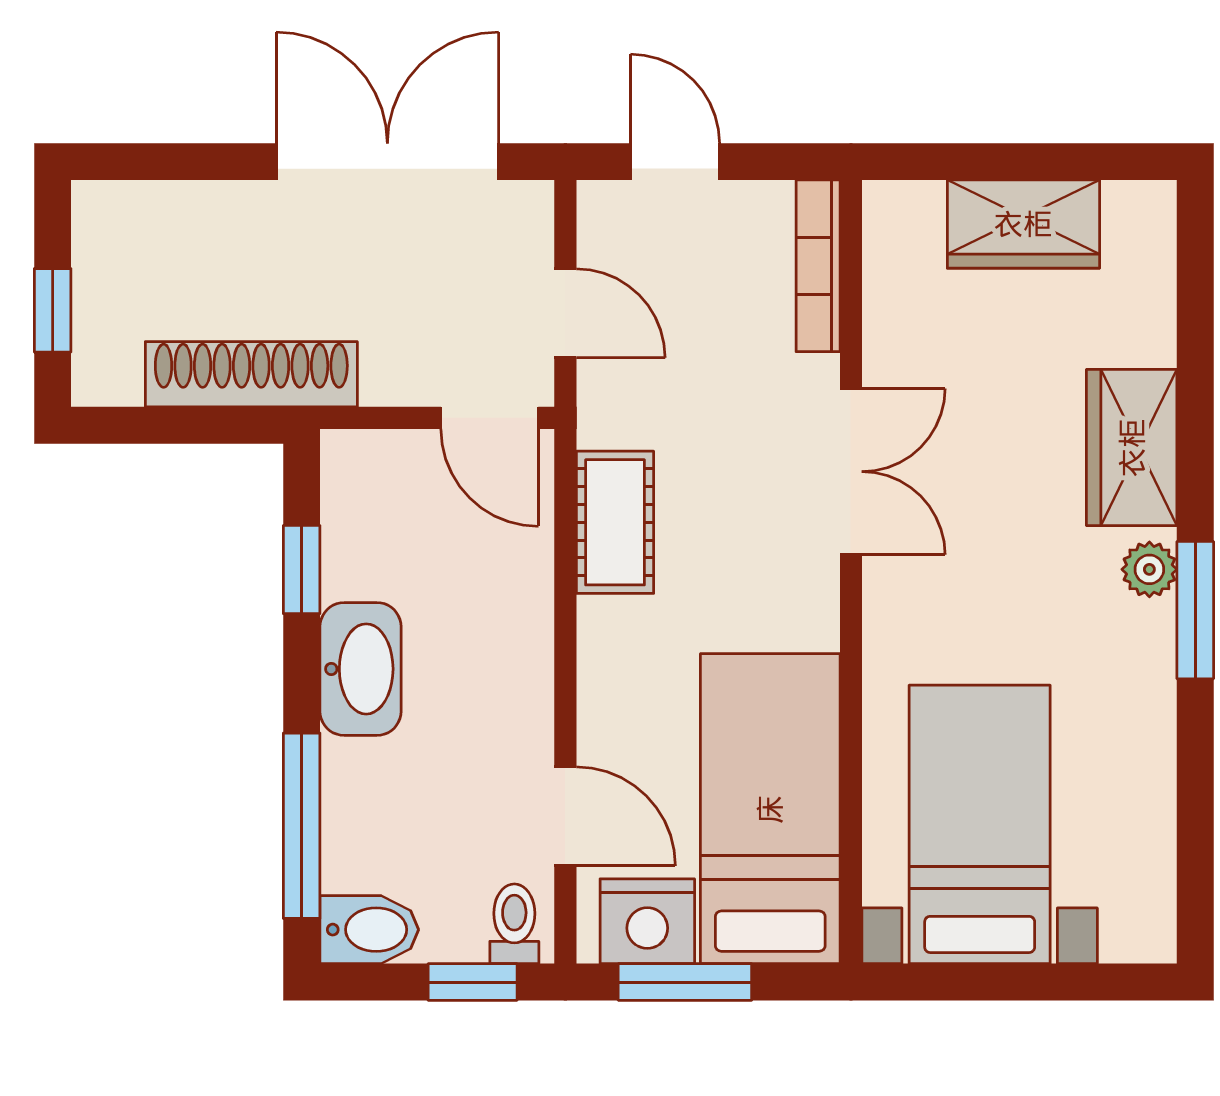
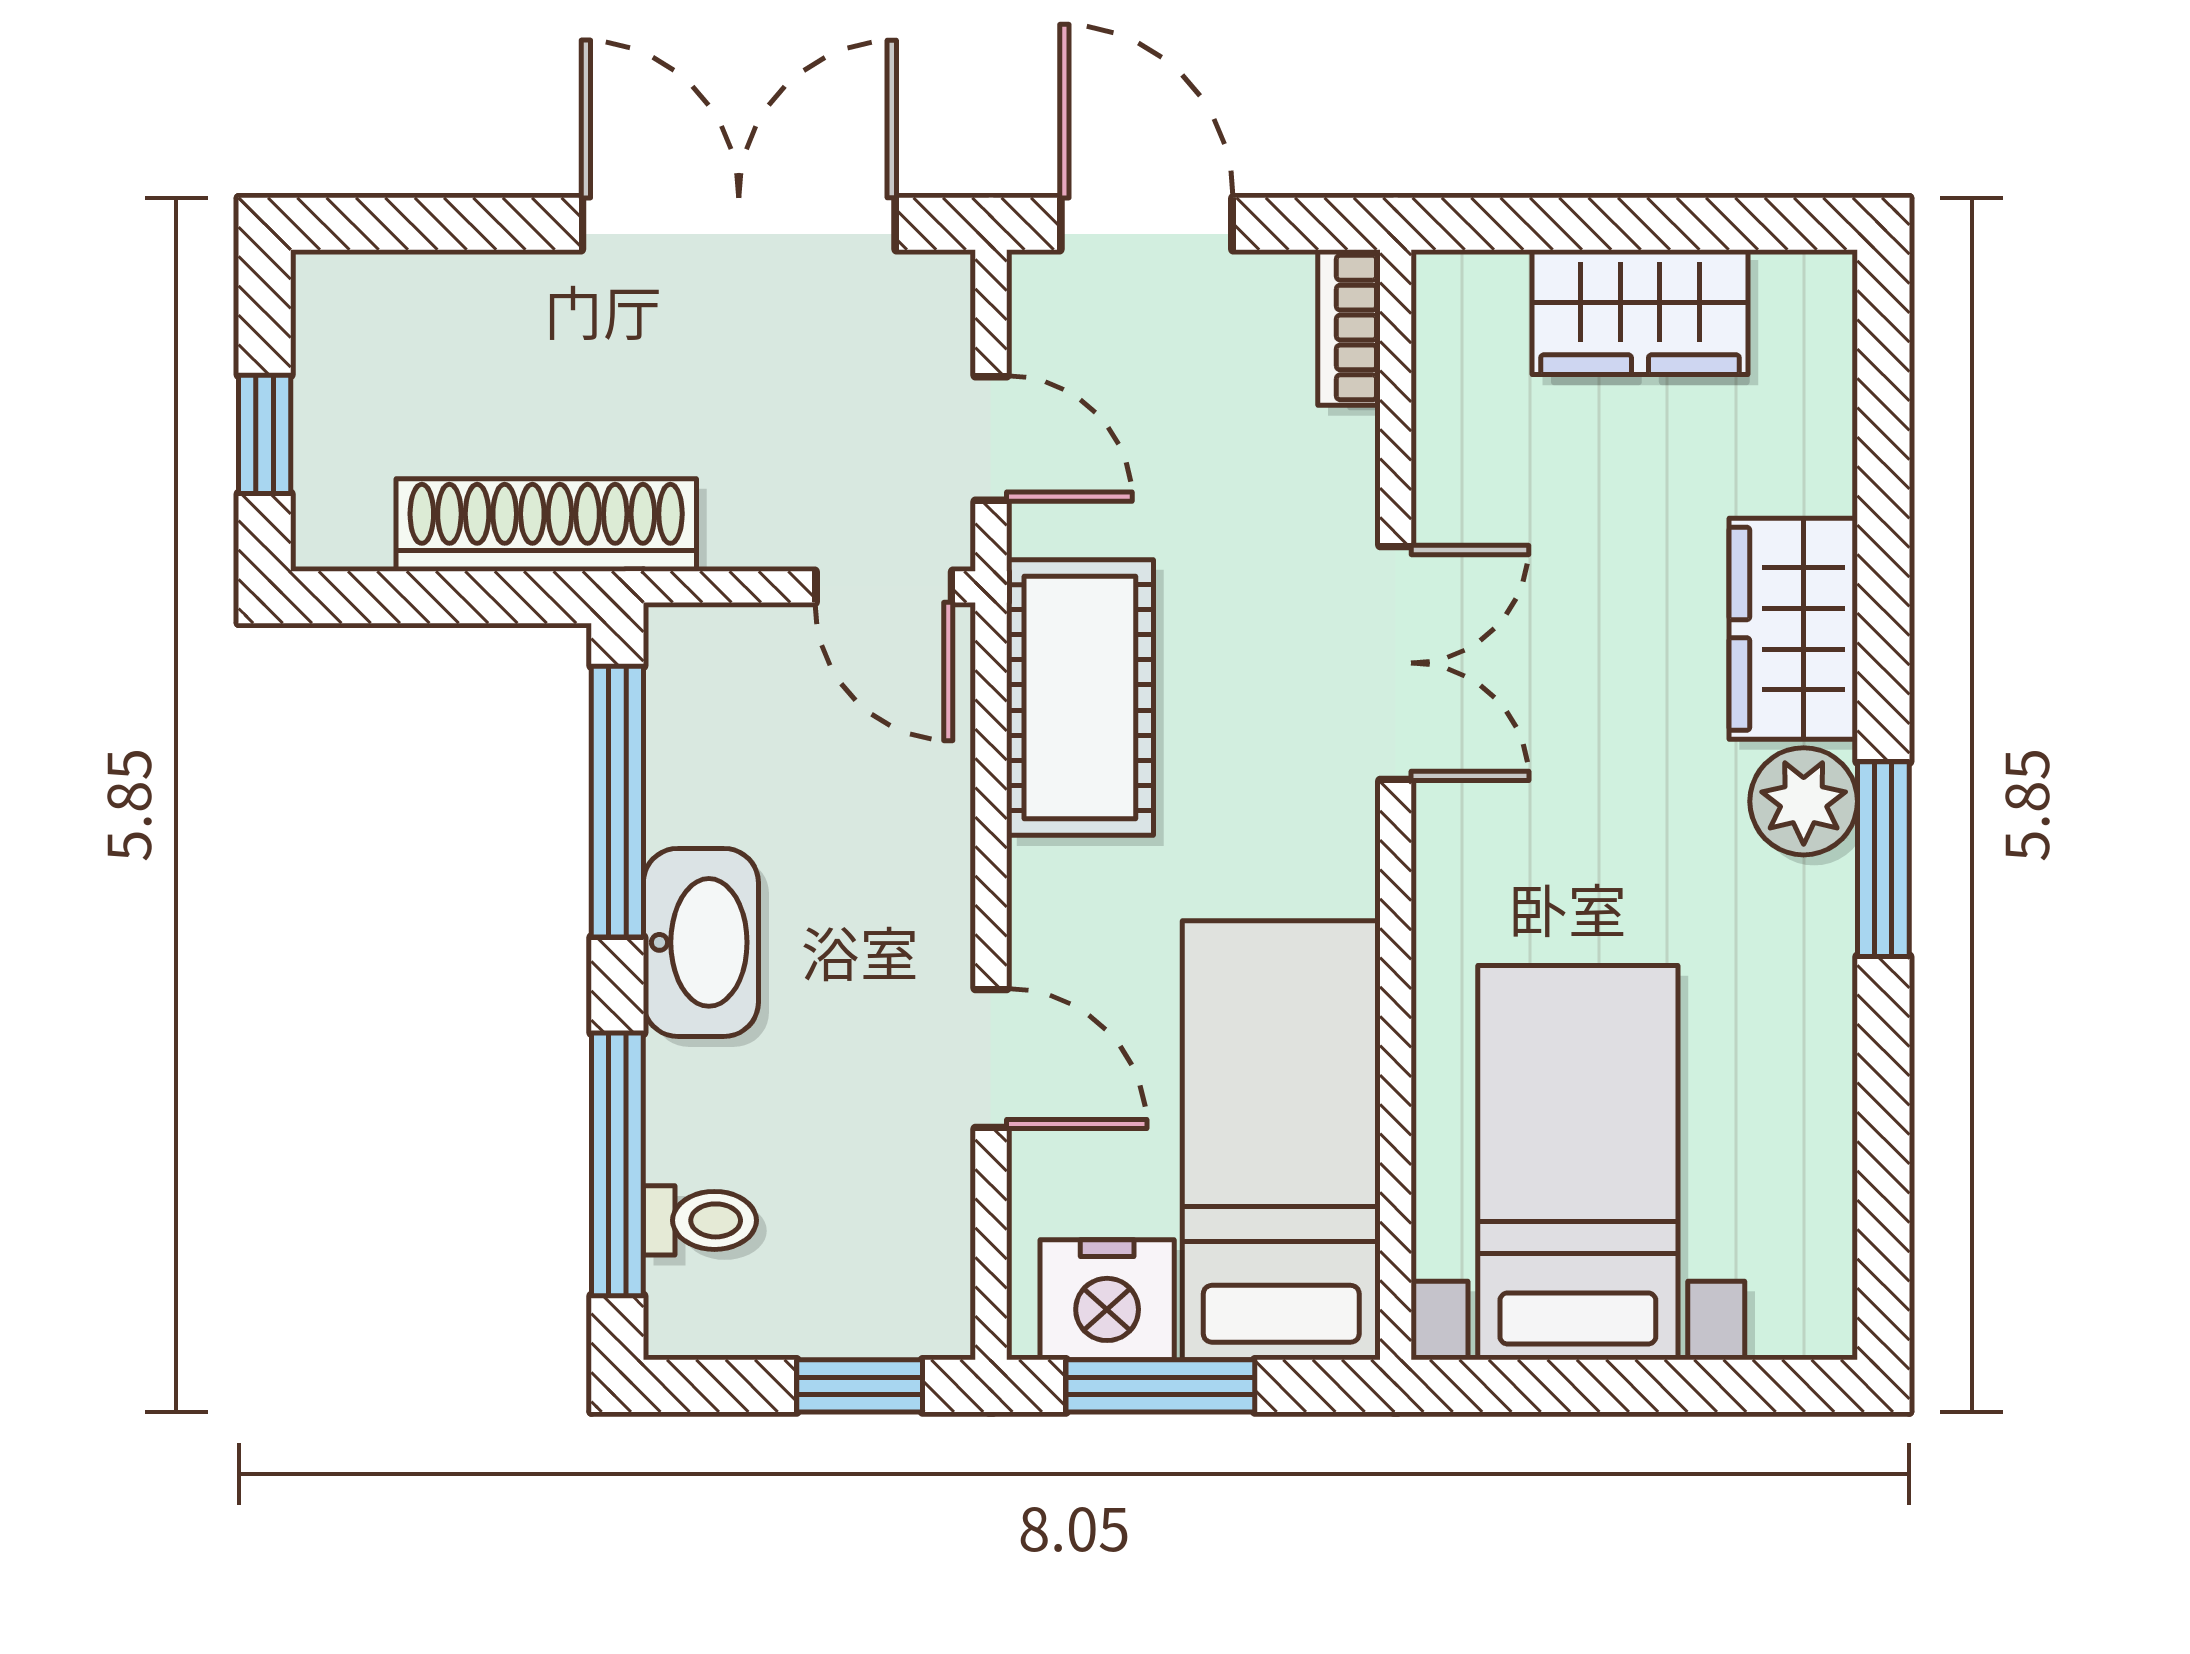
door: (675, 162) -> (1146, 224), width x1.38
bookcase: (818, 266) -> (1349, 328), width x0.64
cot: (615, 522) -> (1080, 698), width x1.37, depth x1.34
plant: (1149, 569) -> (1804, 801), width x1.38, depth x1.38
window: (302, 570) -> (617, 802), width x2.17
door: (565, 816) -> (991, 1058), moved
toilet: (514, 924) -> (700, 1220), moved, turned 90
bidet: (369, 930) -> (713, 1312), removed

